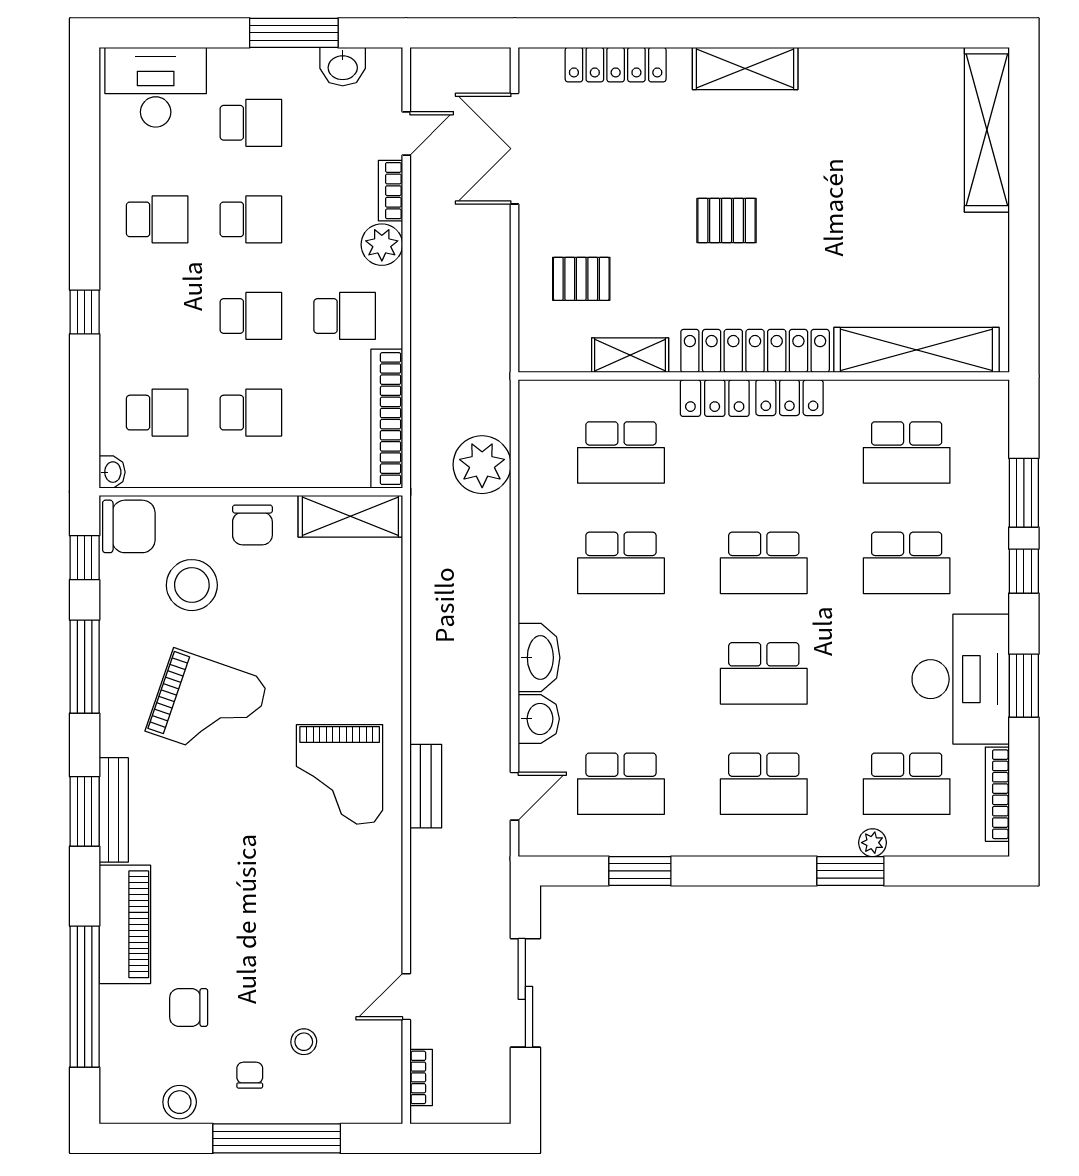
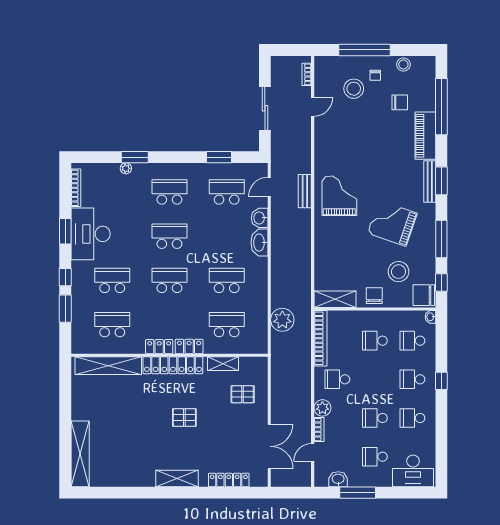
school desk: (251, 316) -> (412, 379), moved
school desk: (907, 784) -> (112, 192), removed
stool: (304, 1042) -> (354, 89), width x1.89, depth x1.89

